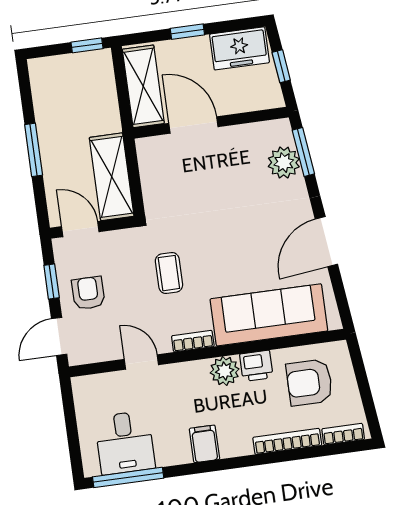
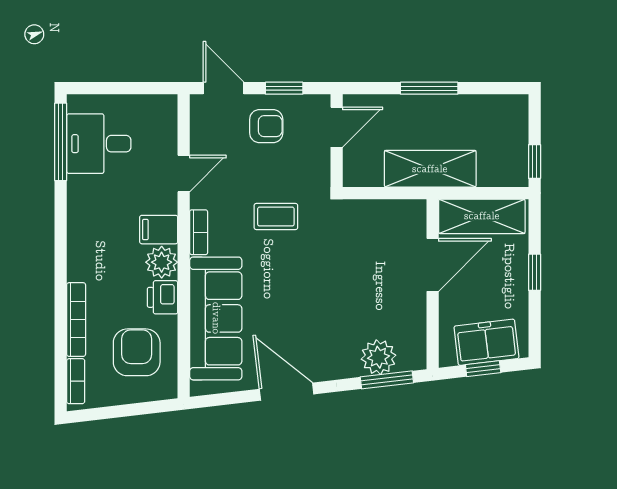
freezer: (239, 48) -> (486, 342), moved, turned 83
shelving: (112, 177) -> (430, 169), moved
filing cabinet: (204, 444) -> (159, 230), moved, turned 180

